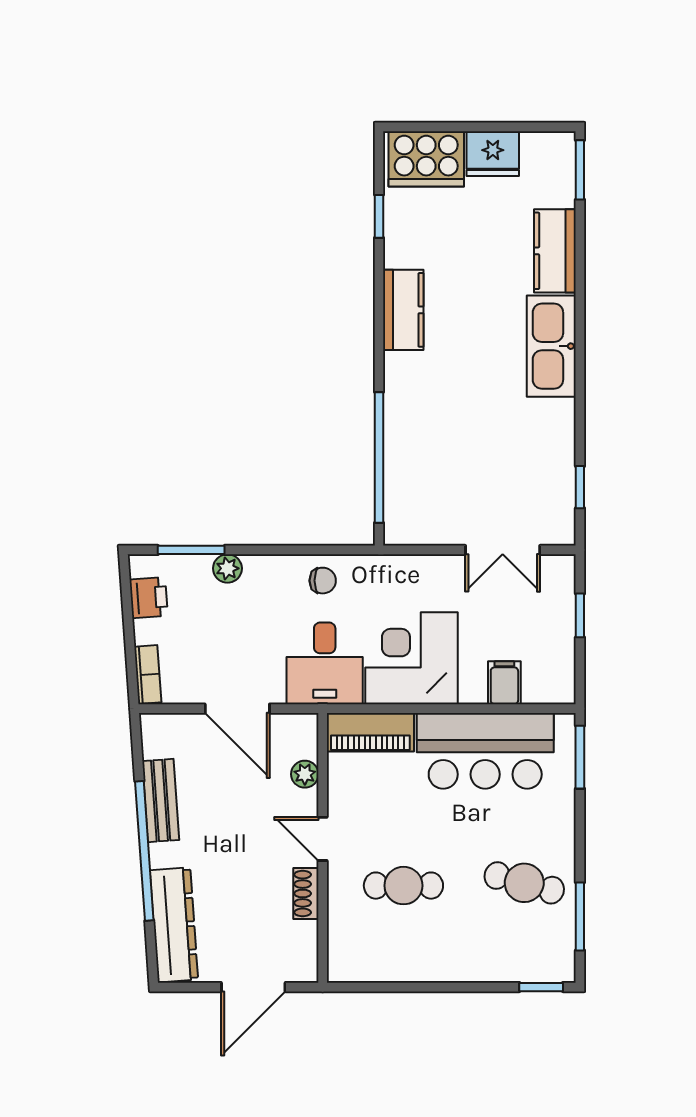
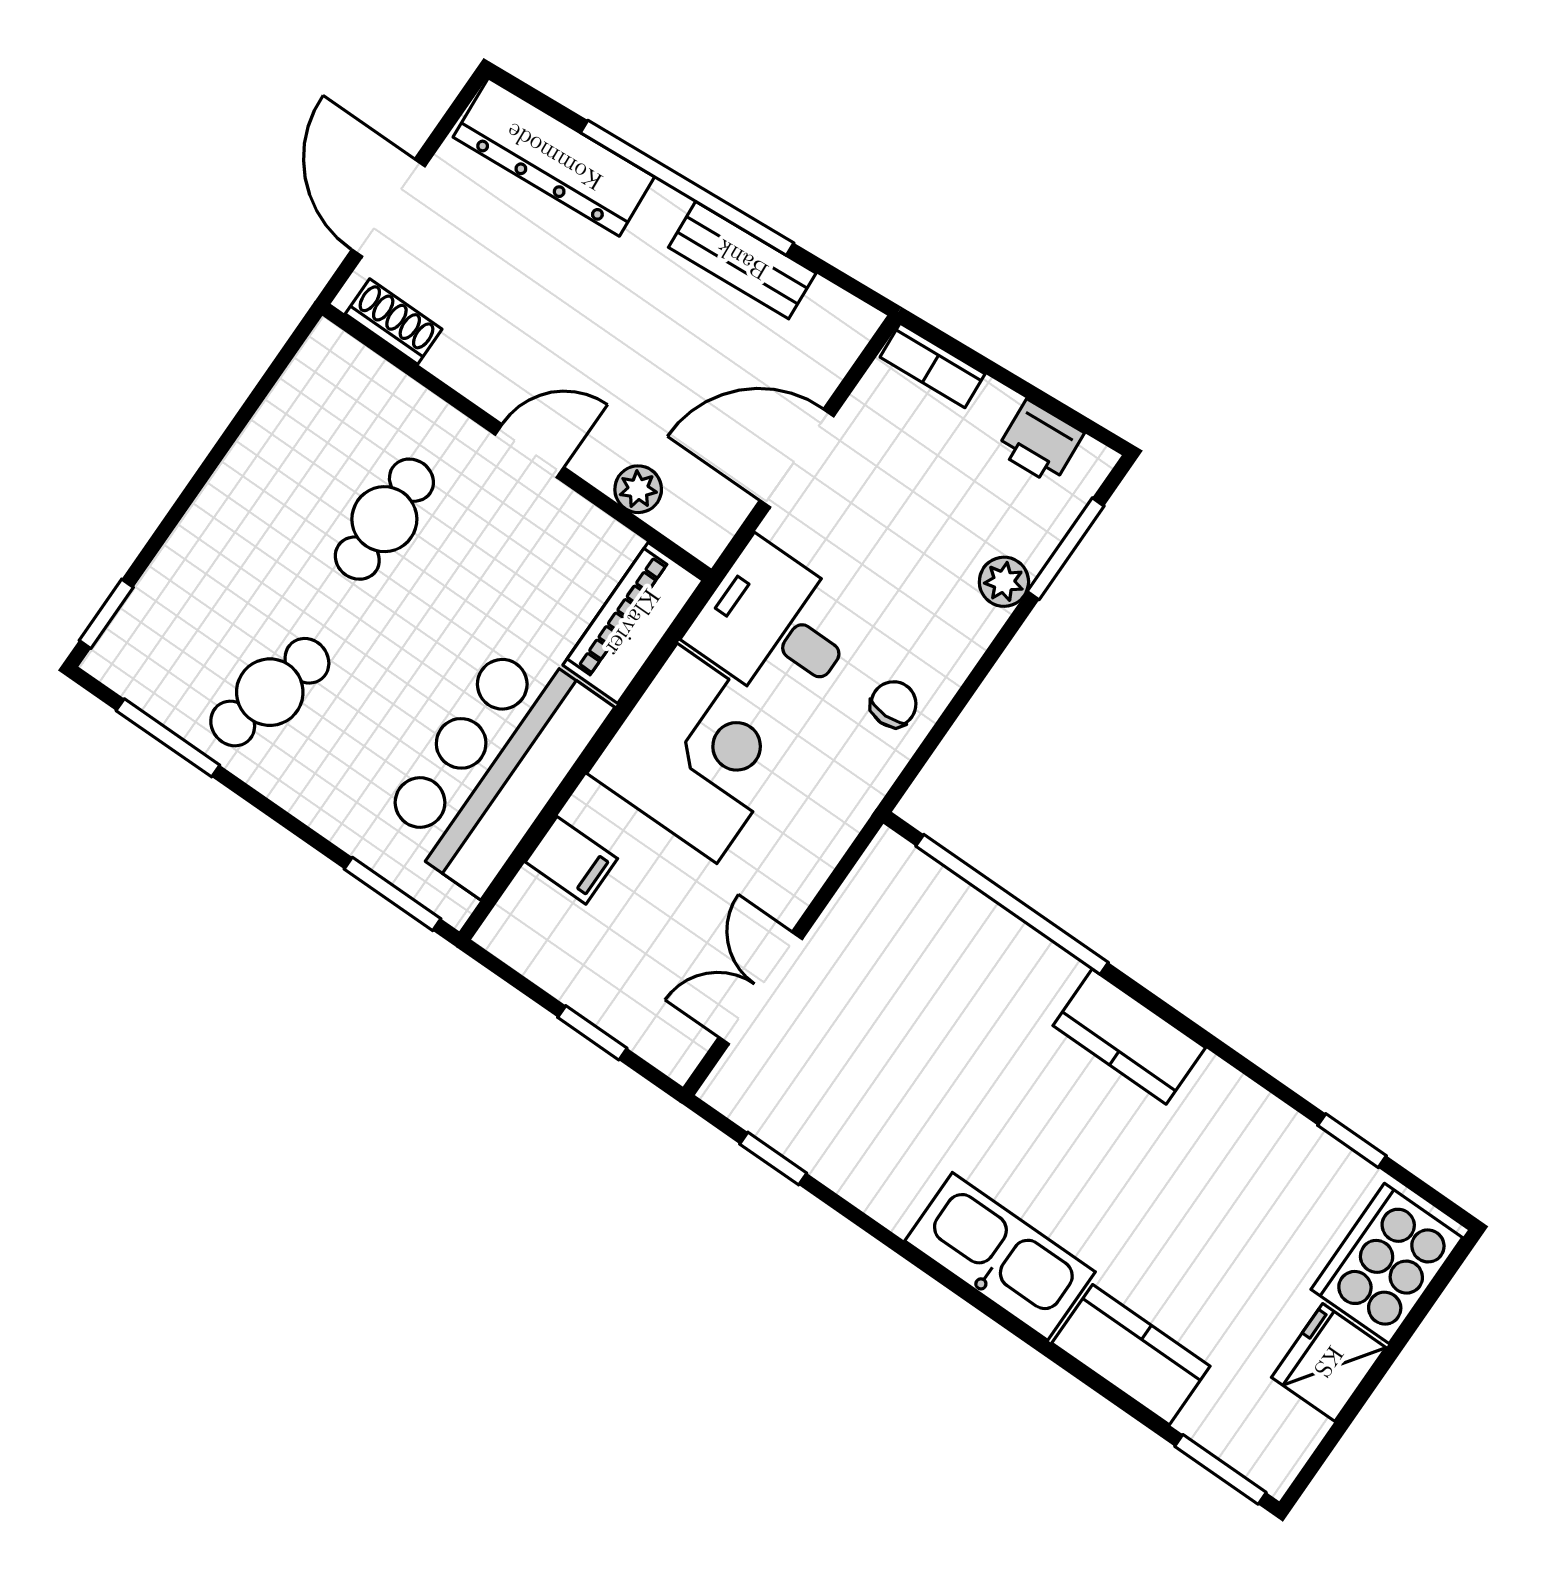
kitchen counter: (403, 310) -> (1129, 1037), moved
chair: (323, 581) -> (894, 704), turned 180
shoe rack: (306, 893) -> (394, 322), moved

